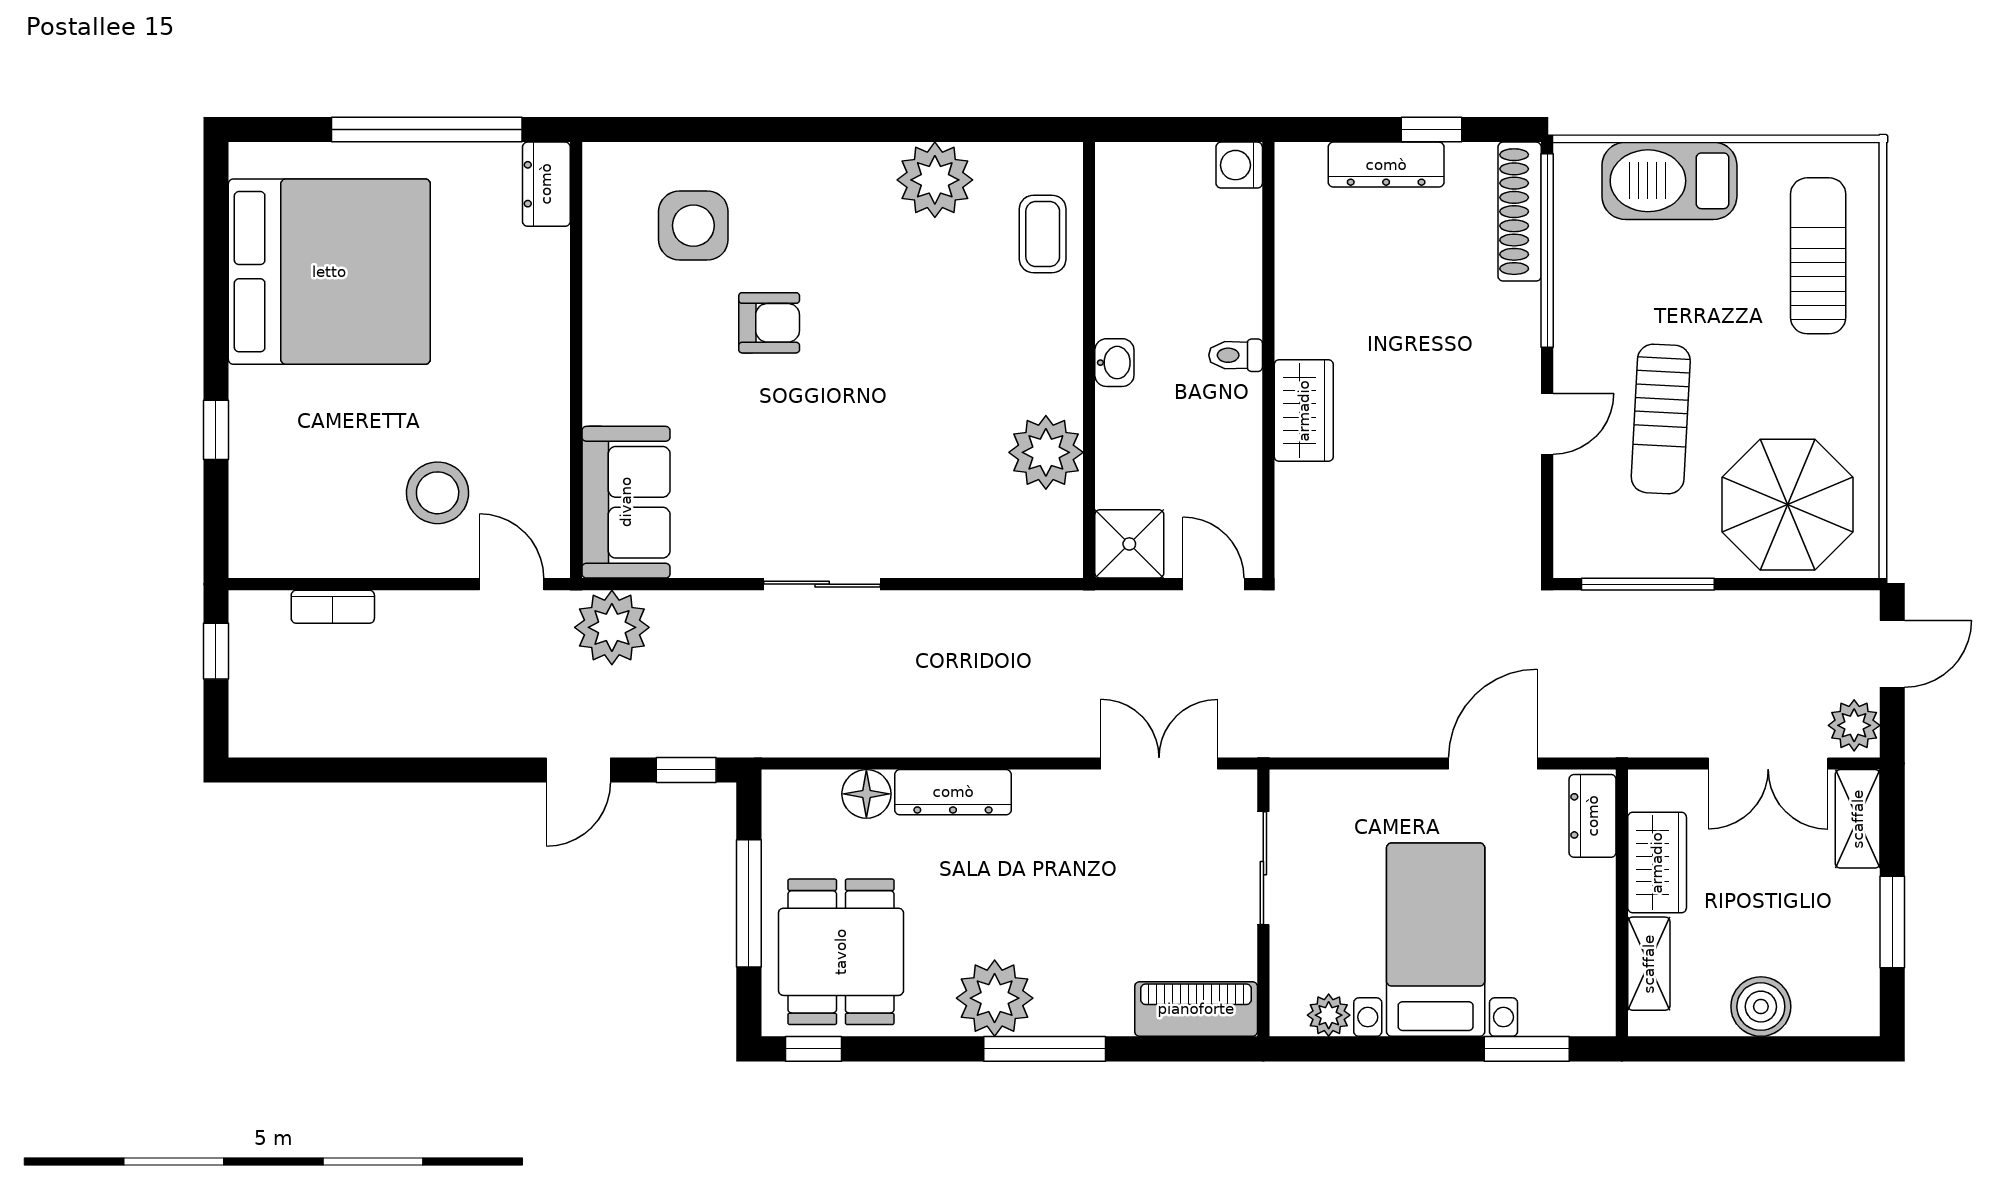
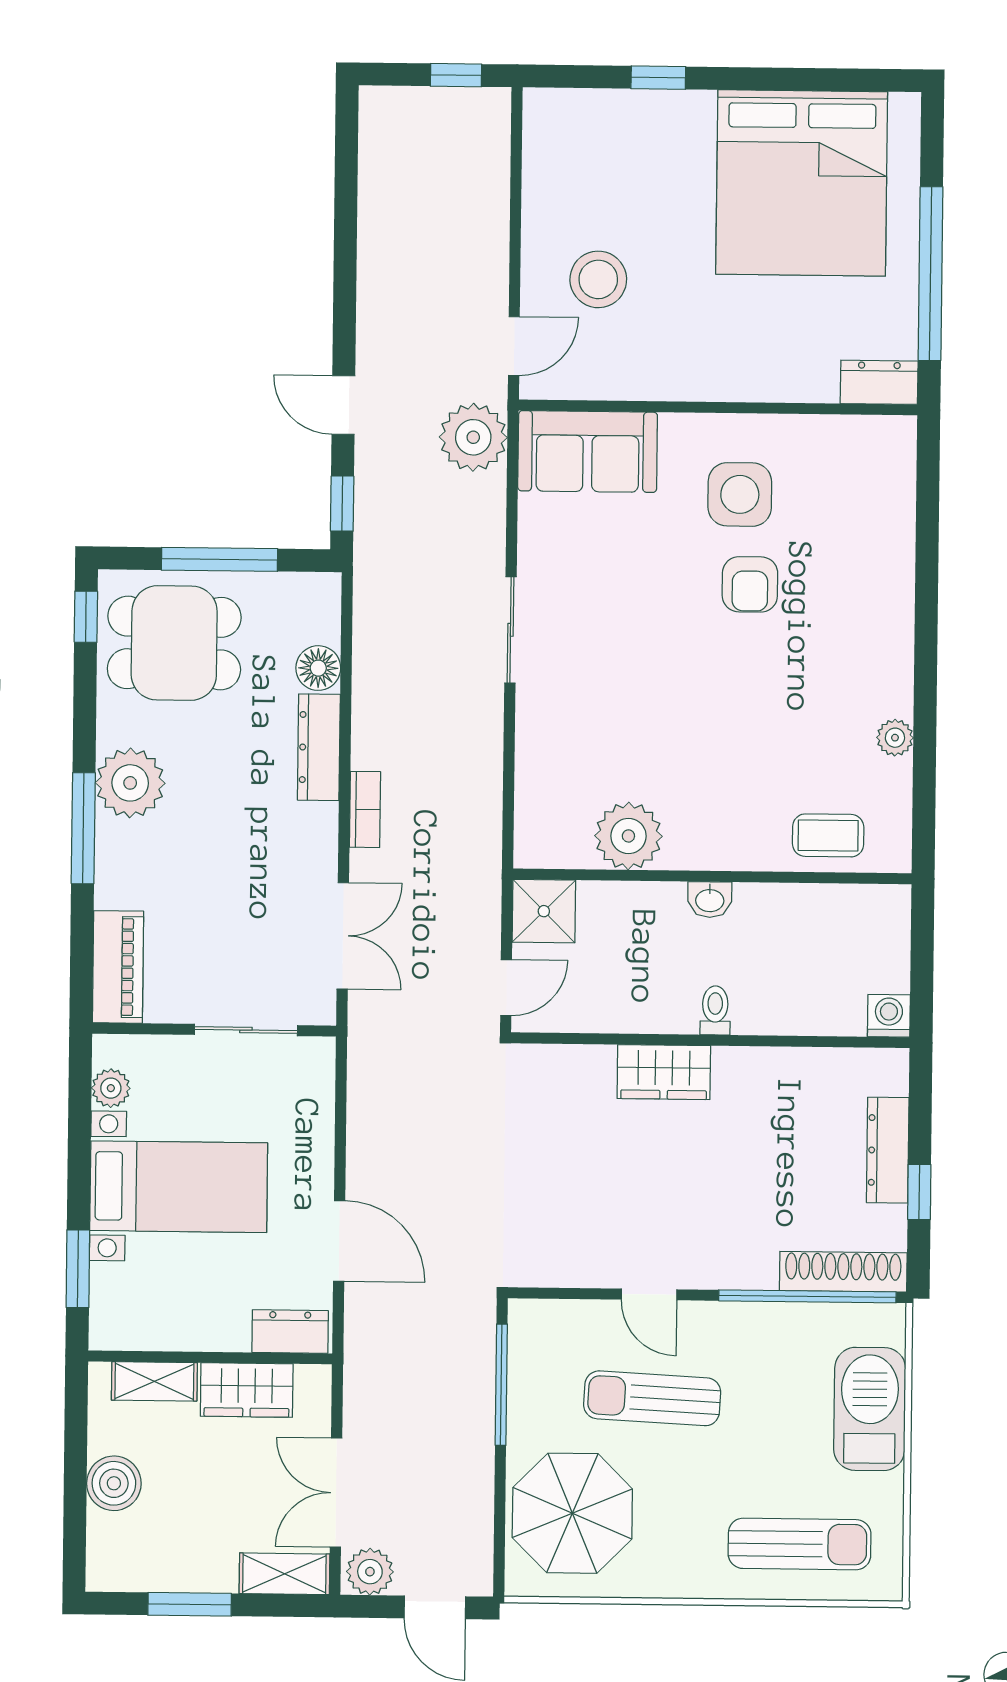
plant: (935, 180) -> (895, 738), width x0.53, depth x0.53
side table: (693, 226) -> (740, 494), moved
bookcase: (333, 607) -> (365, 809), moved, turned 180

